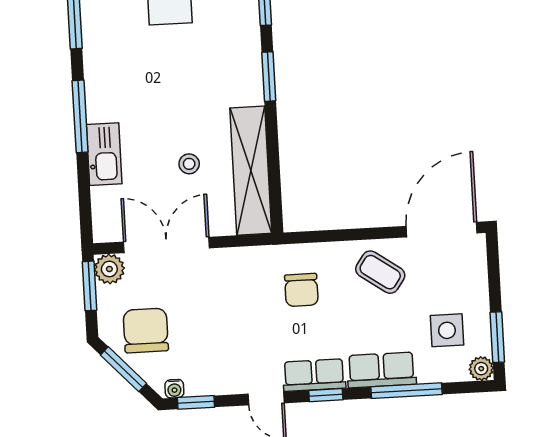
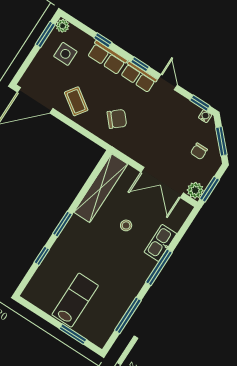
stool: (189, 164) -> (126, 225), moved
chair: (301, 290) -> (117, 119), turned 49
chair: (146, 330) -> (199, 151), width x0.54, depth x0.54
window: (407, 391) -> (103, 40), width x0.46

